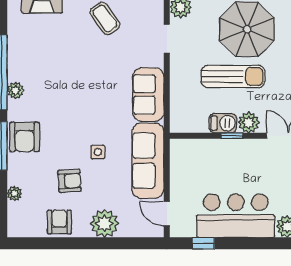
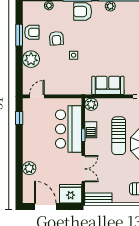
plant: (249, 122) -> (91, 104), moved
sofa: (148, 161) -> (68, 85), removed
bar counter: (236, 216) -> (69, 129), moved, turned 180
window: (64, 243) -> (19, 35), added

